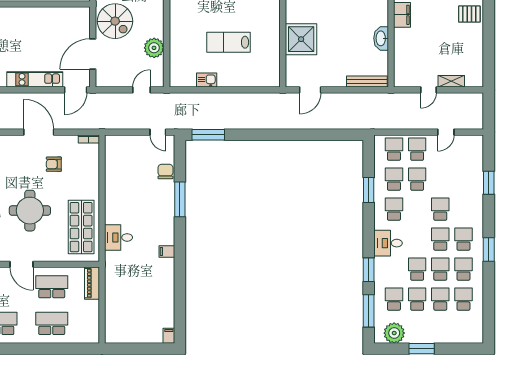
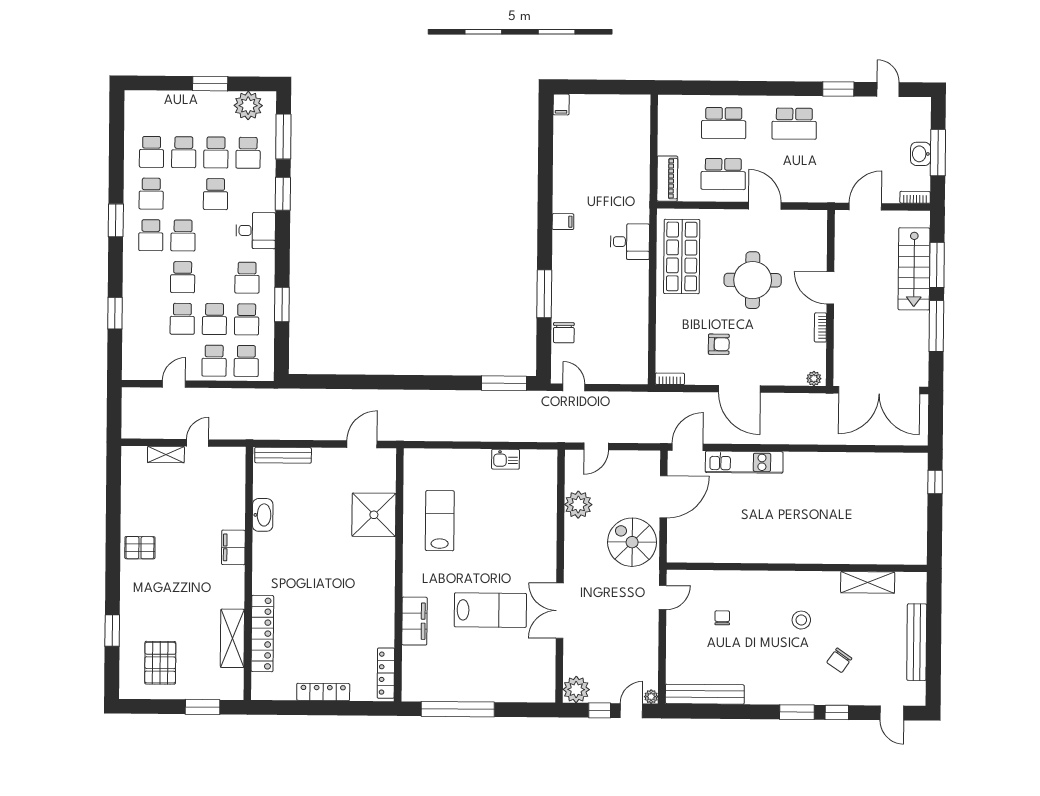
lab bench: (229, 42) -> (440, 521), moved, turned -90
school desk: (440, 269) -> (182, 319), moved

